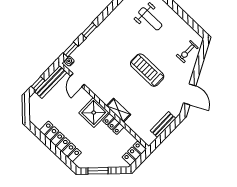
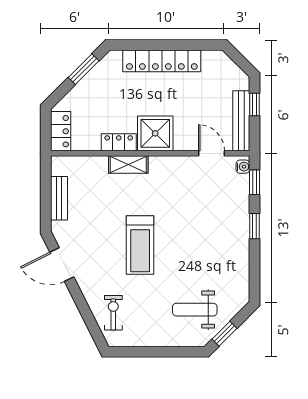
treadmill: (147, 70) -> (140, 245), turned 90

